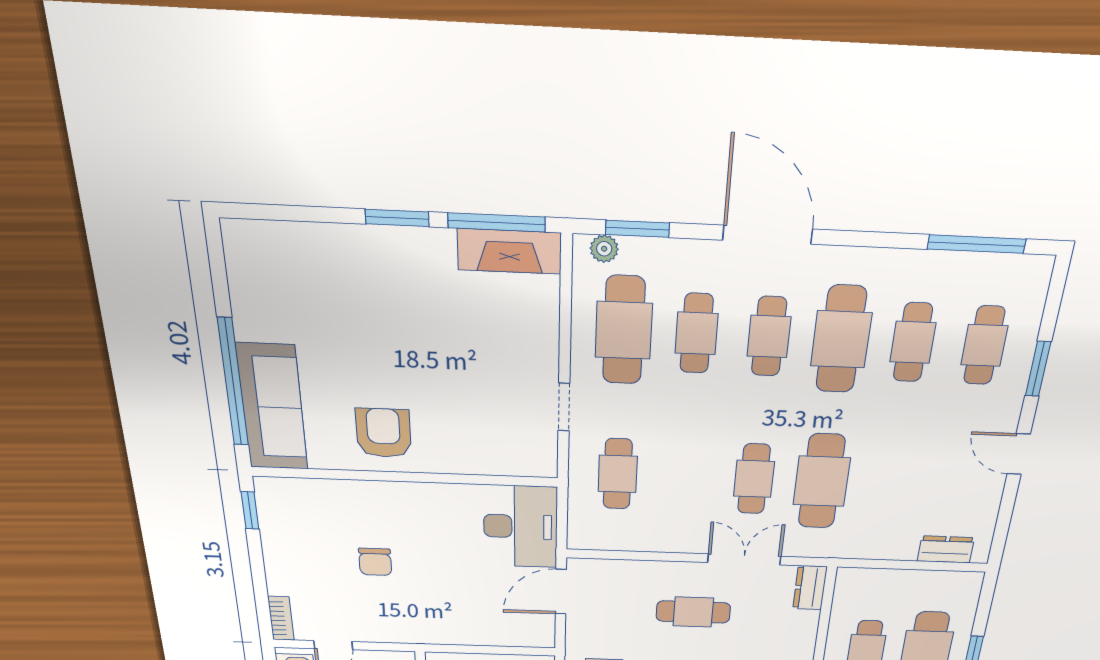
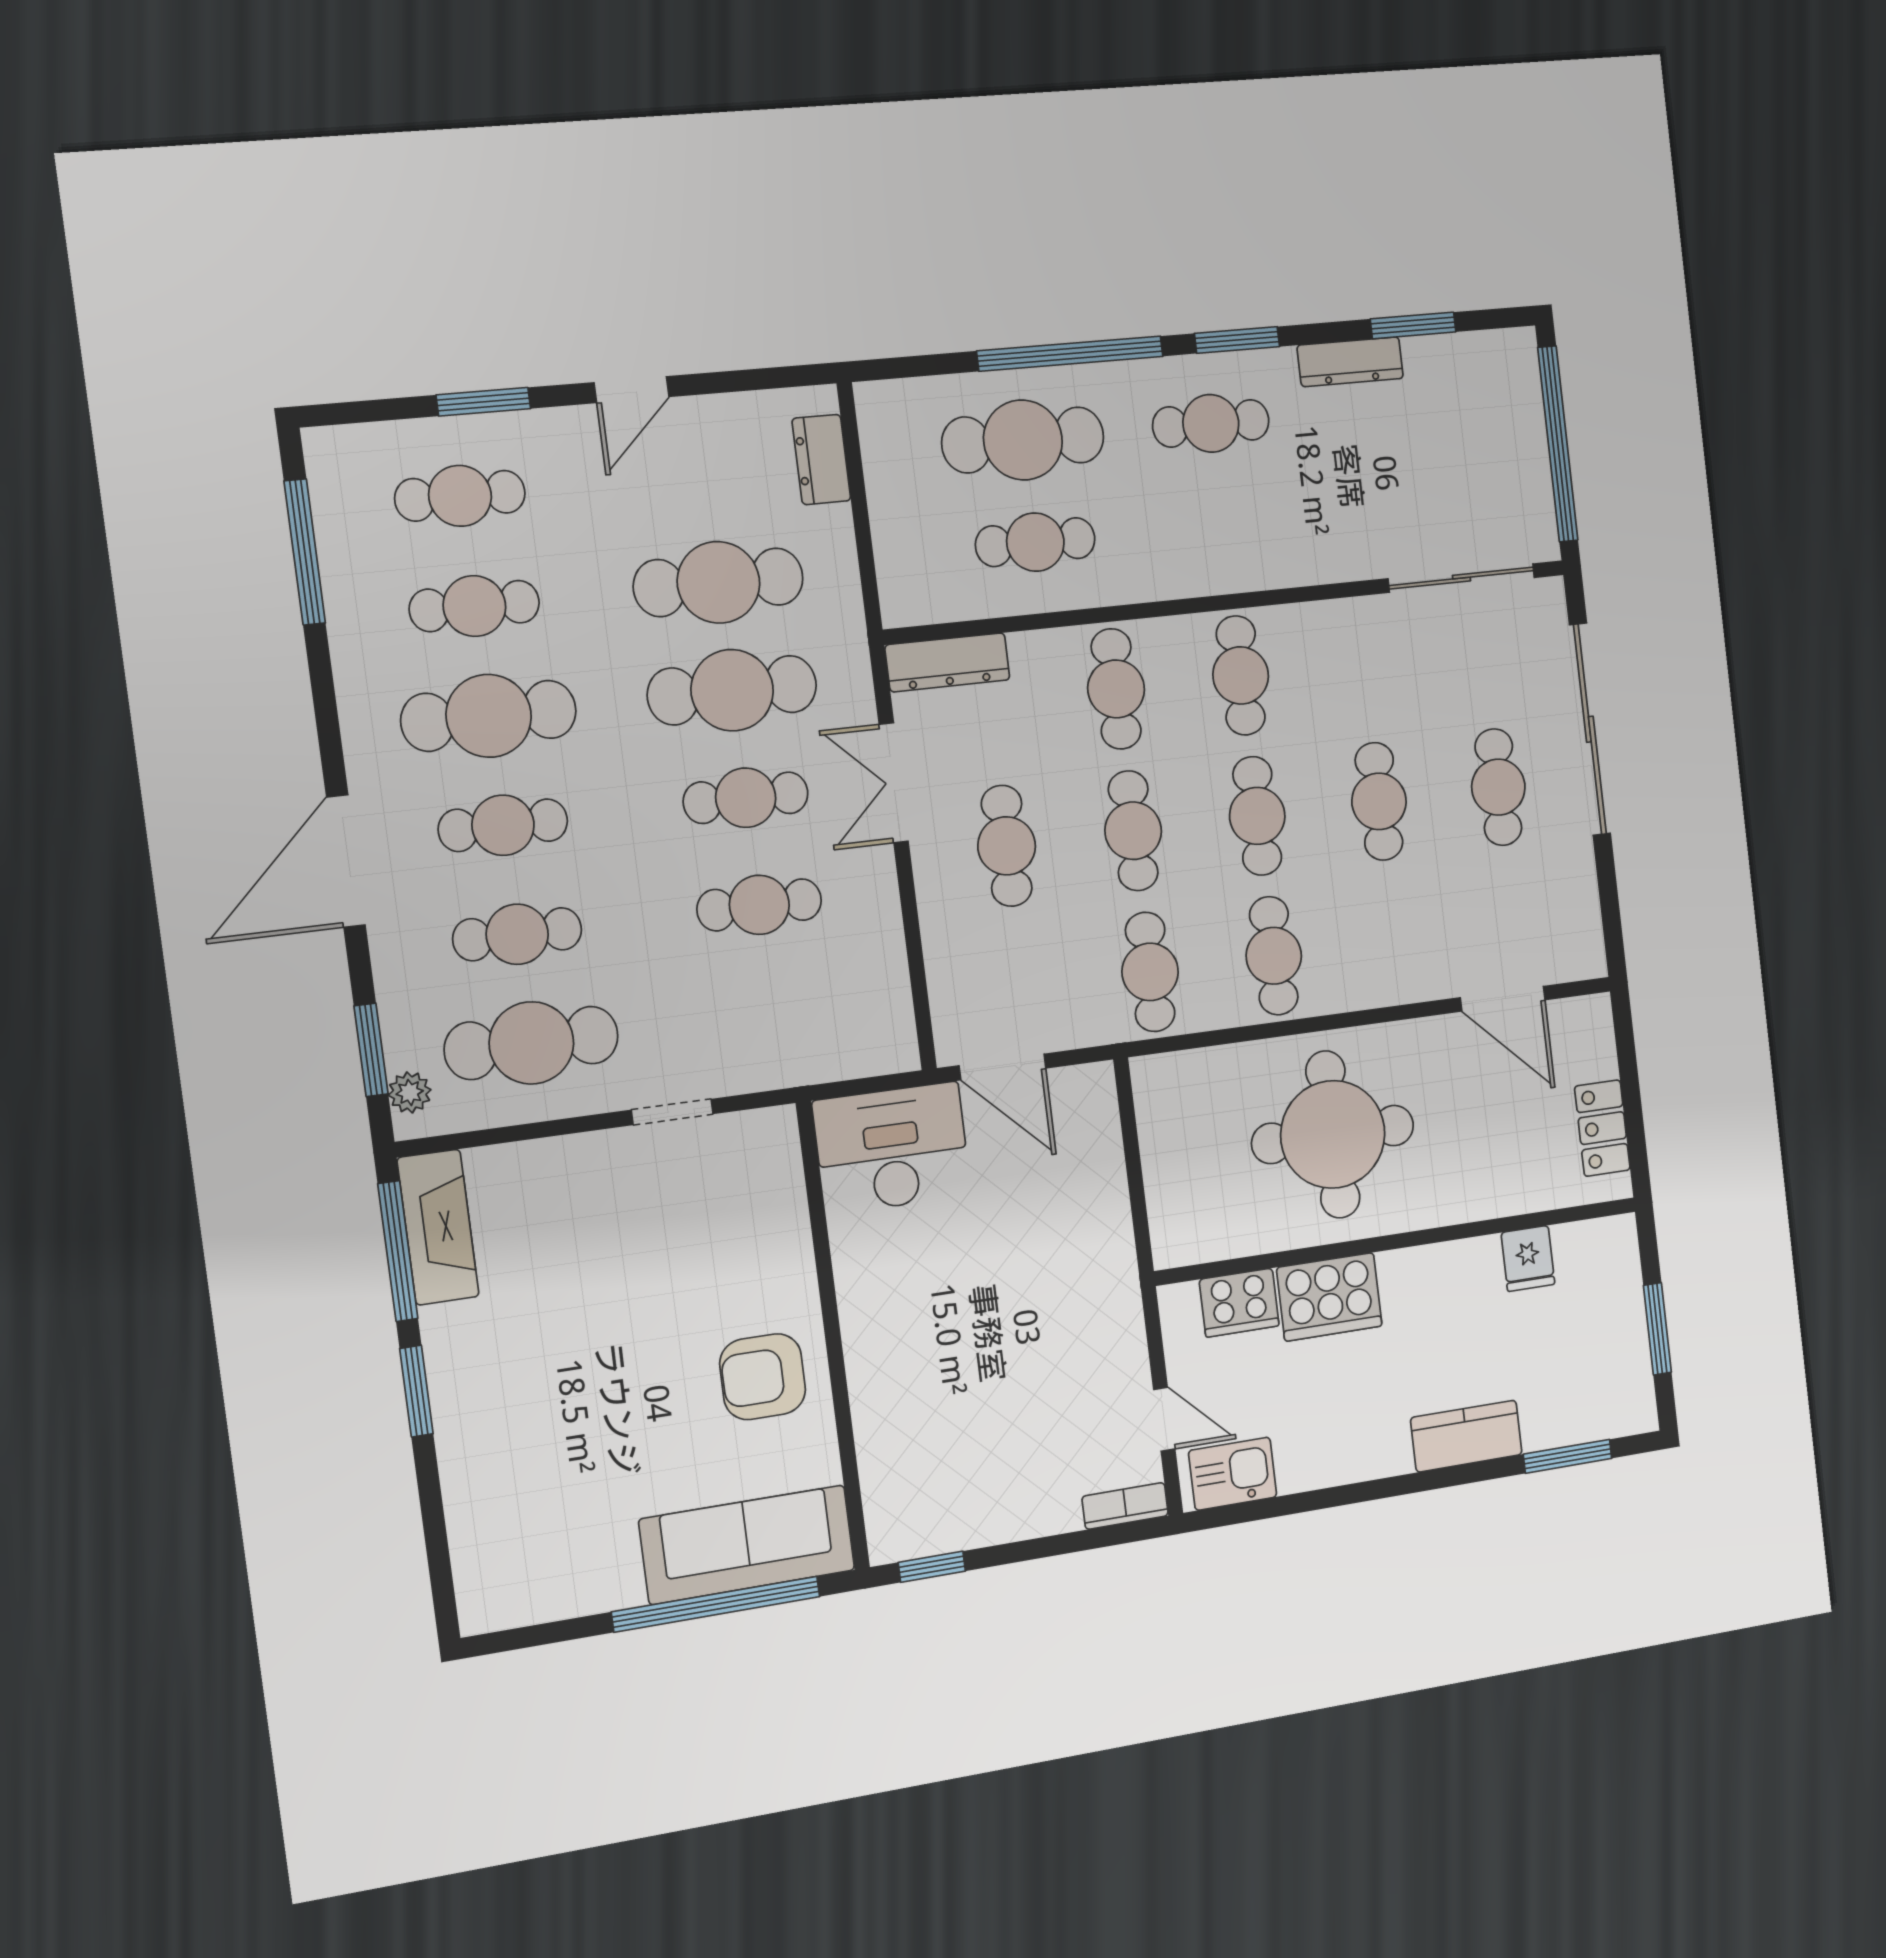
cafe table: (618, 474) -> (759, 905), moved
cafe table: (889, 484) -> (718, 582), added
chair: (375, 562) -> (994, 1367), removed
dresser: (810, 588) -> (948, 662), width x1.44

